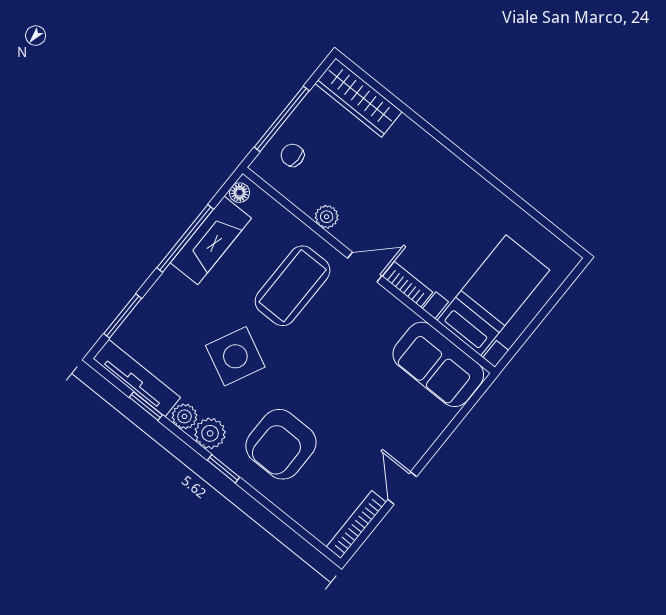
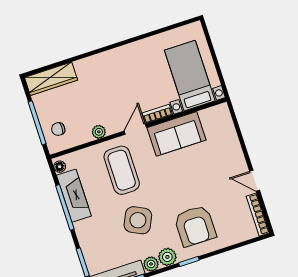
sofa: (438, 364) -> (176, 134), moved

